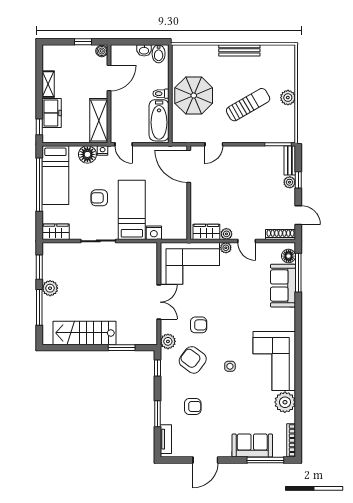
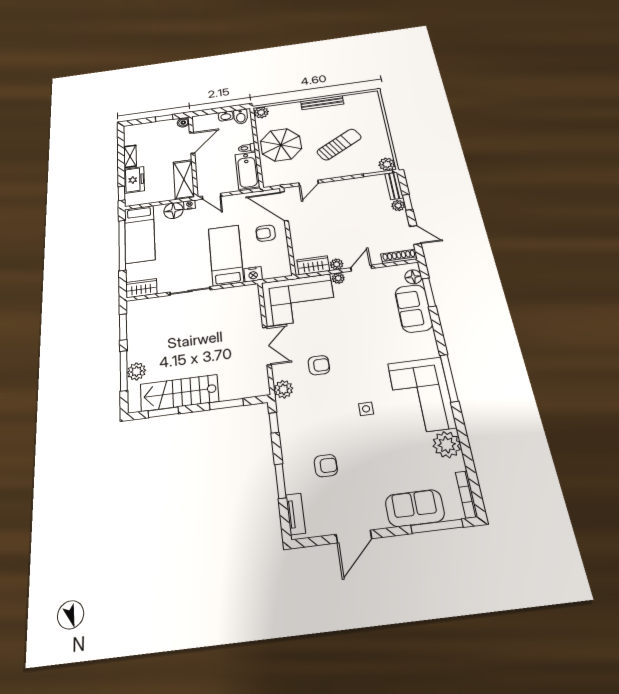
plant: (179, 52) -> (261, 112), added
plant: (288, 98) -> (387, 164), moved
armchair: (99, 198) -> (266, 233), moved
door: (247, 241) -> (361, 268), swing flipped
window: (298, 273) -> (429, 292), width x0.69
plant: (50, 288) -> (137, 371), moved
window: (71, 348) -> (163, 412), added
window: (298, 350) -> (449, 378), added
armchair: (193, 360) -> (317, 407), removed

